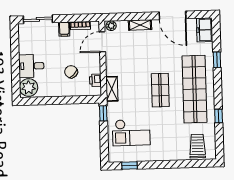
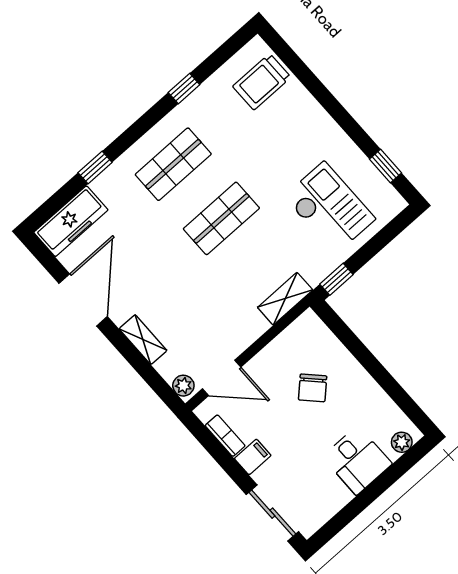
freezer: (205, 30) -> (71, 221), width x1.40
printer: (95, 80) -> (294, 337), removed
plant: (29, 87) -> (402, 442), width x0.53, depth x0.53
shop shelf: (194, 89) -> (173, 164), width x0.50, depth x0.74

